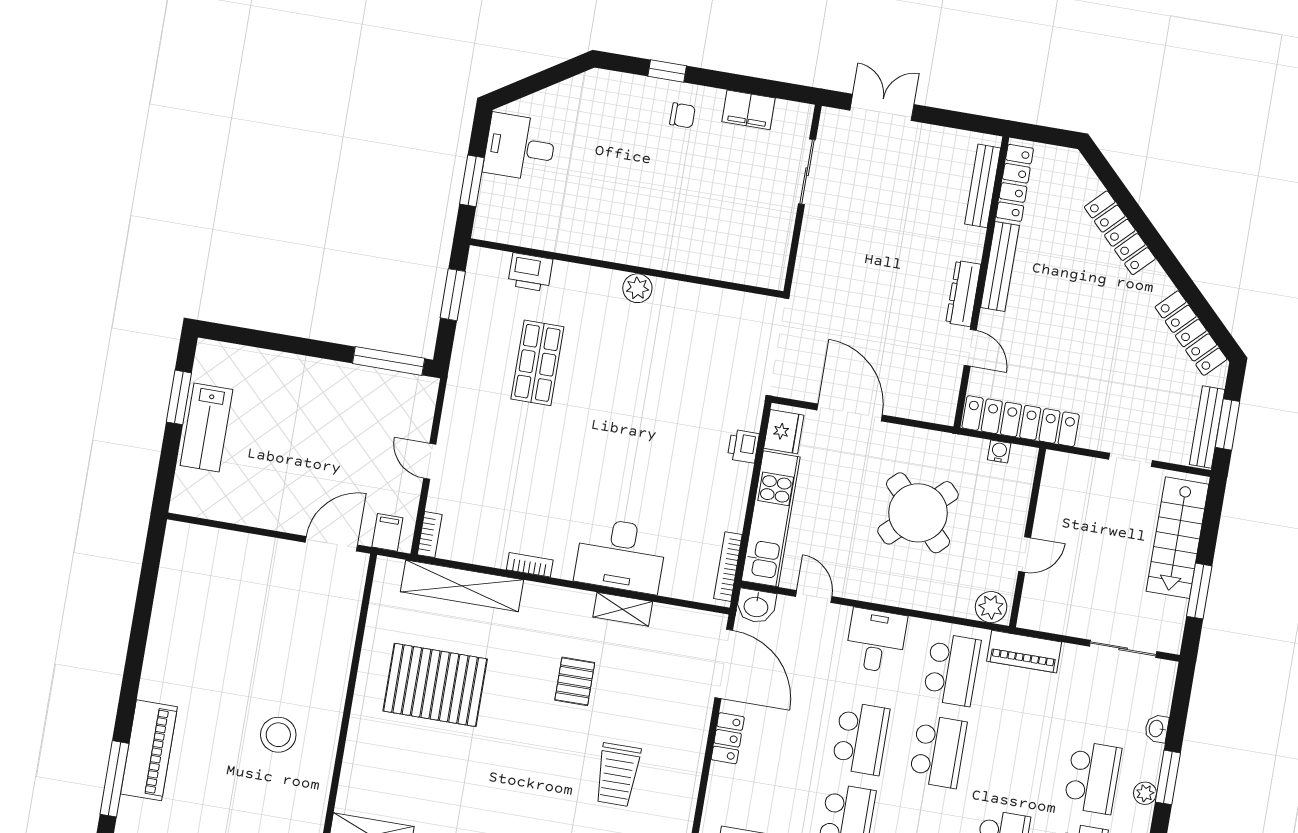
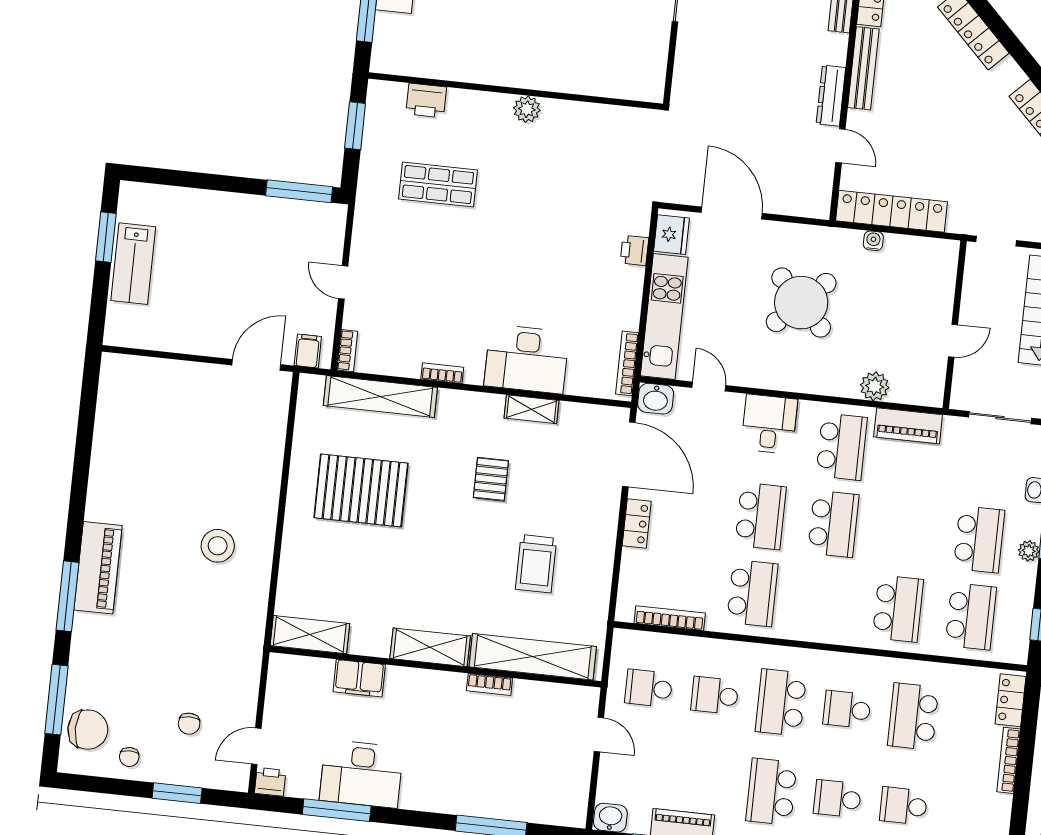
shop shelf: (537, 363) -> (438, 185), turned 90
wall: (1027, 538) -> (955, 325), moved
door: (1025, 554) -> (953, 341), moved

